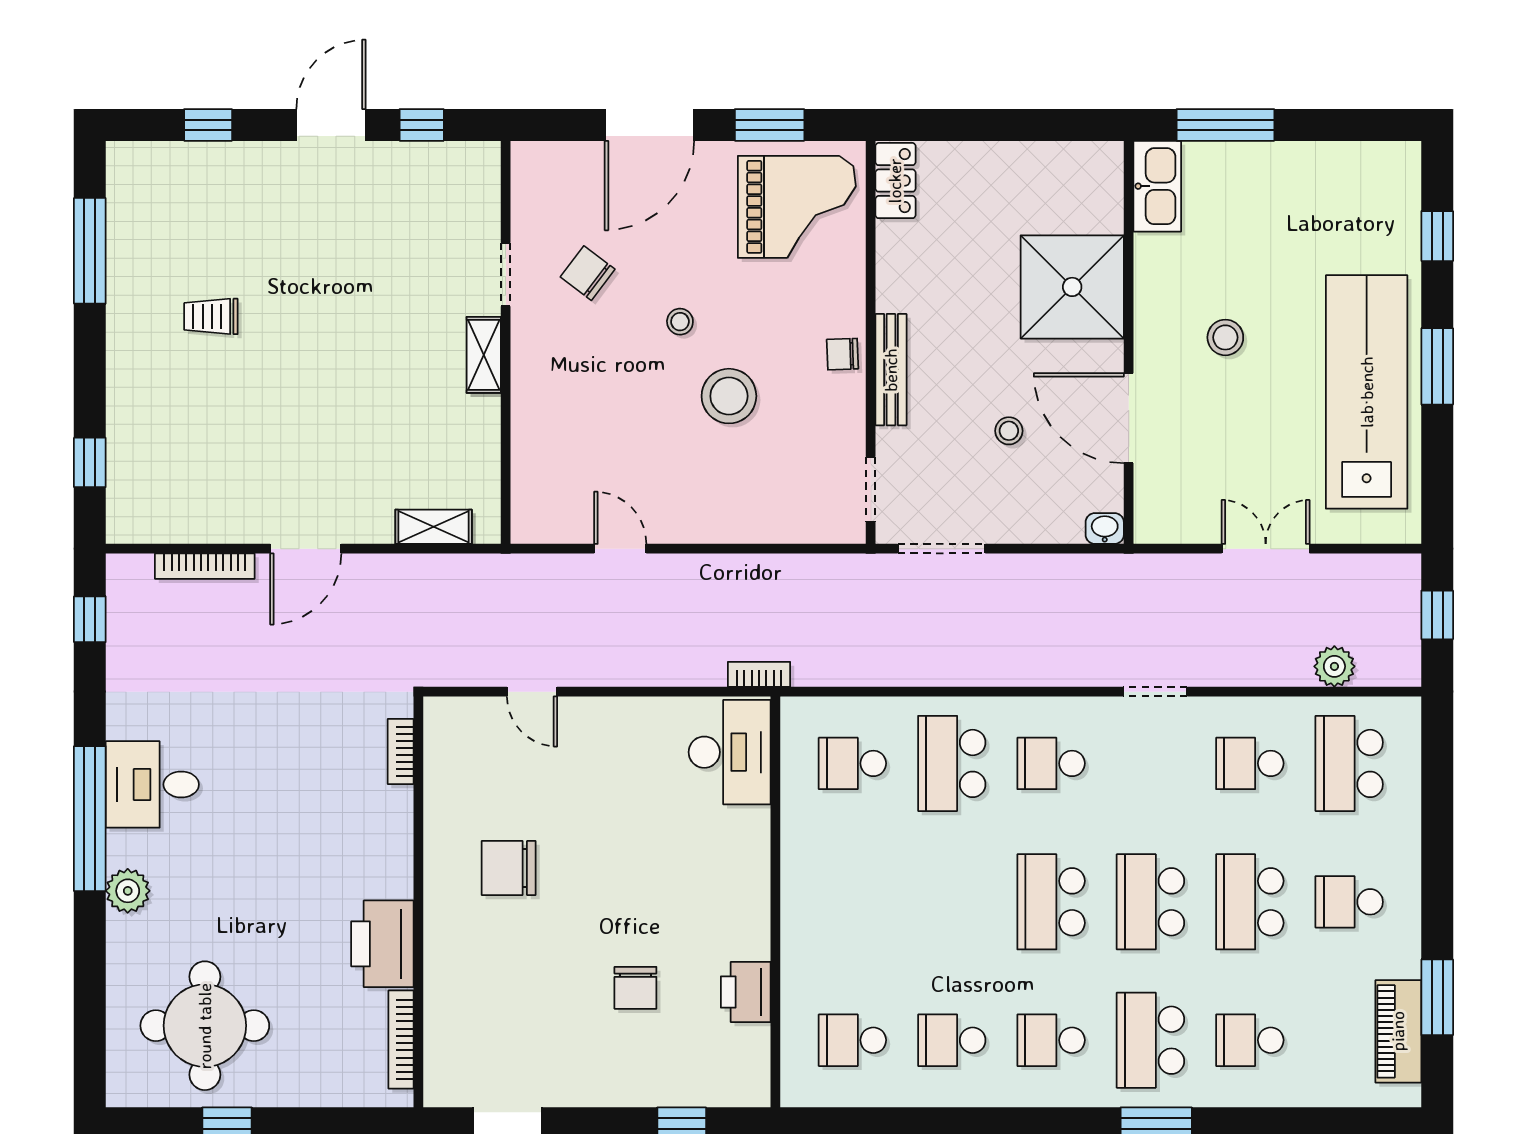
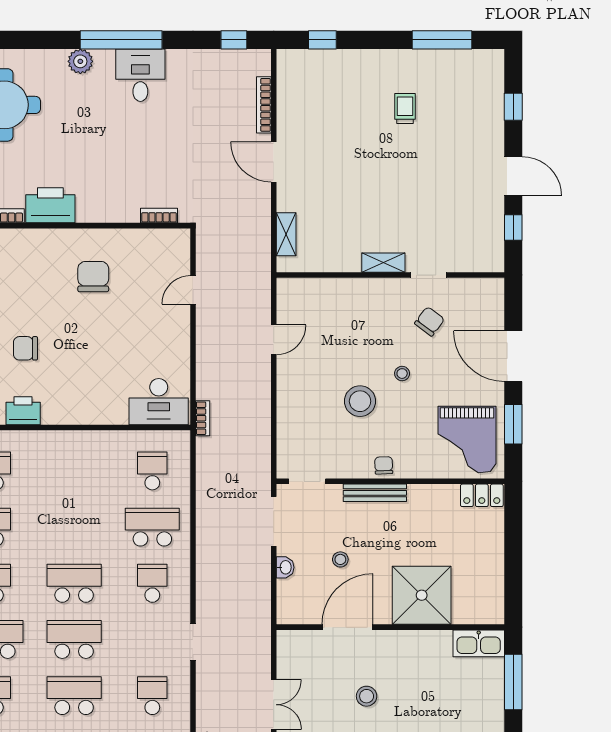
stool: (1225, 337) -> (367, 696), moved
washbasin: (1105, 529) -> (285, 567), moved

